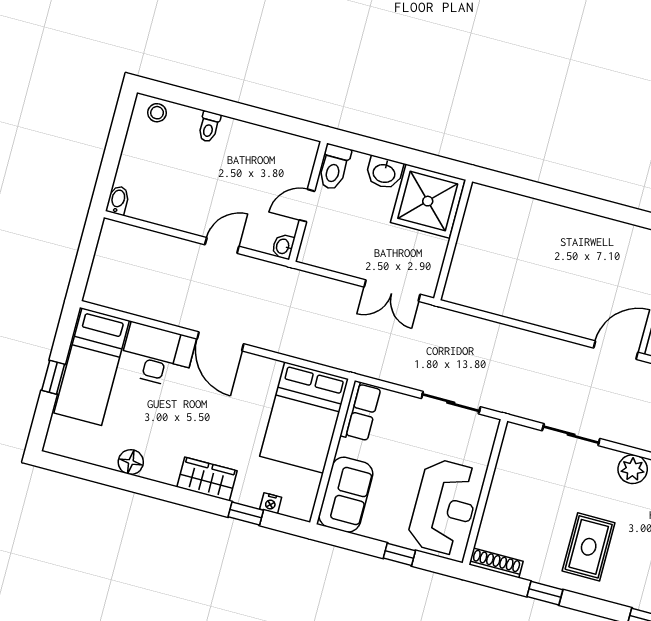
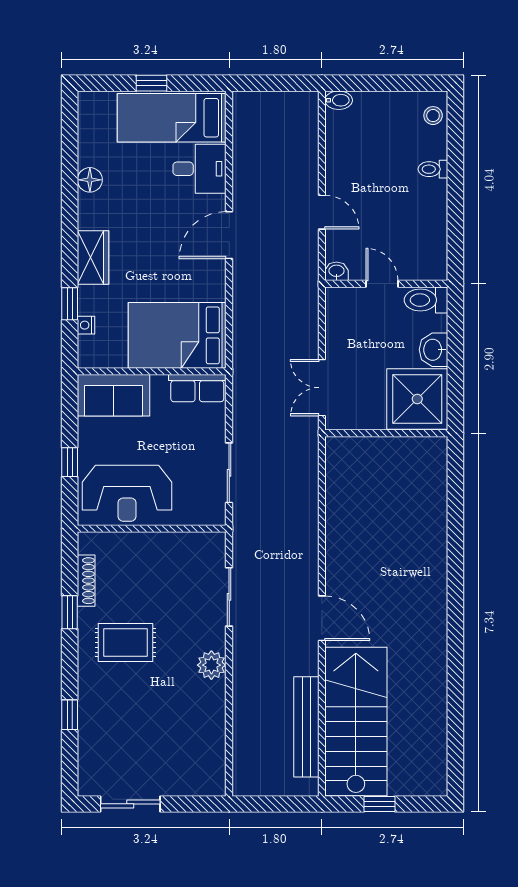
desk: (157, 355) -> (199, 169), width x0.73
shoe rack: (496, 563) -> (86, 581), moved

